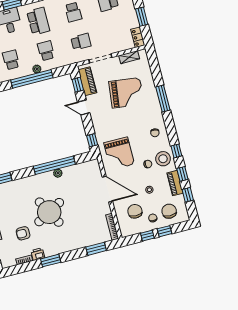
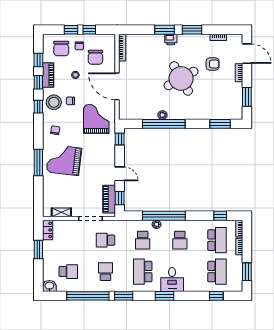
grand piano: (126, 93) -> (64, 160), moved
window: (96, 249) -> (164, 30), moved
printer: (38, 254) -> (171, 39), moved

